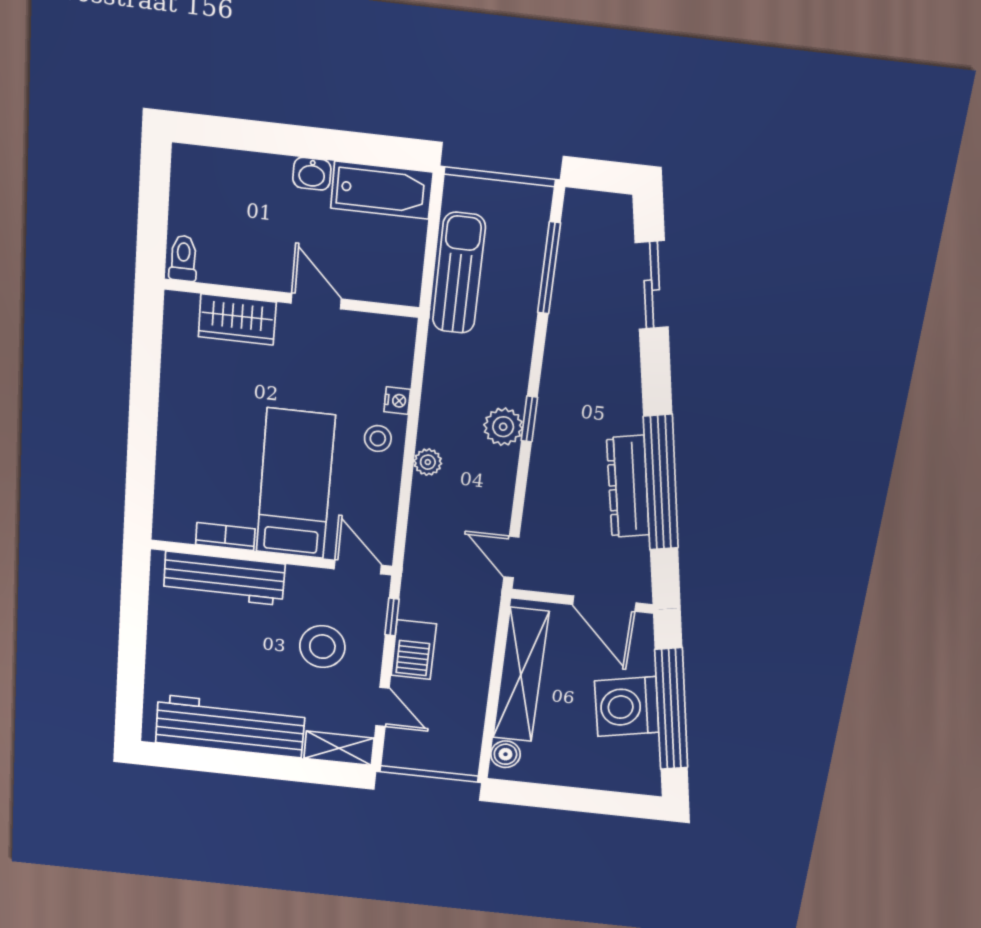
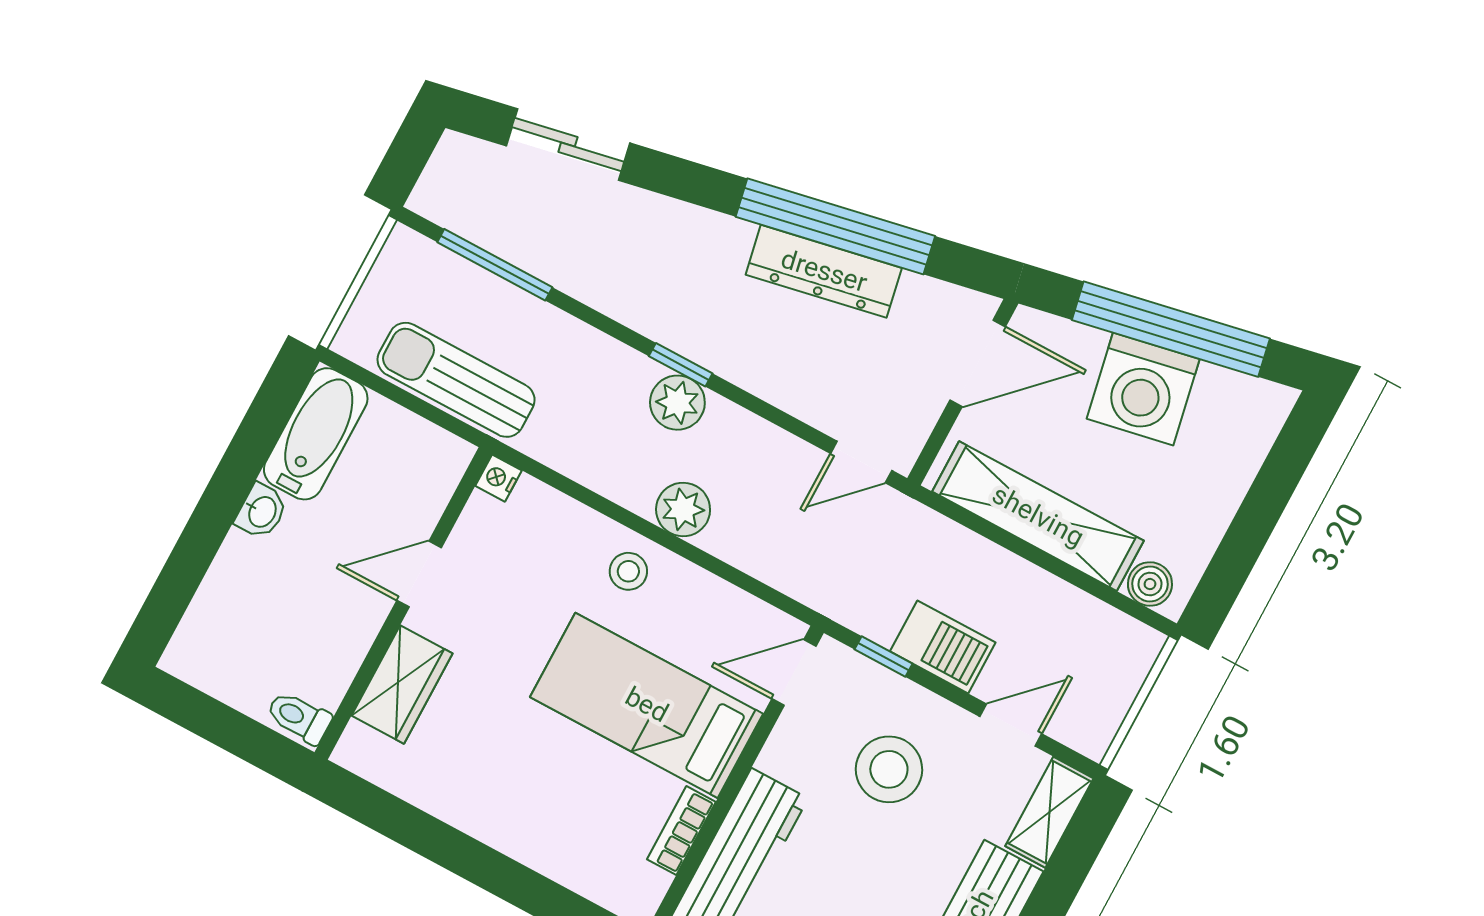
nightstand: (397, 401) -> (498, 478), moved, turned -90
plant: (428, 462) -> (683, 510), width x1.38, depth x1.38

